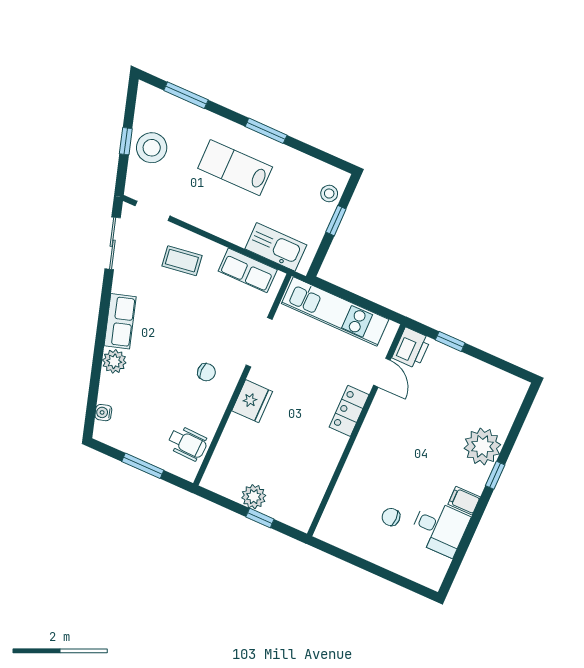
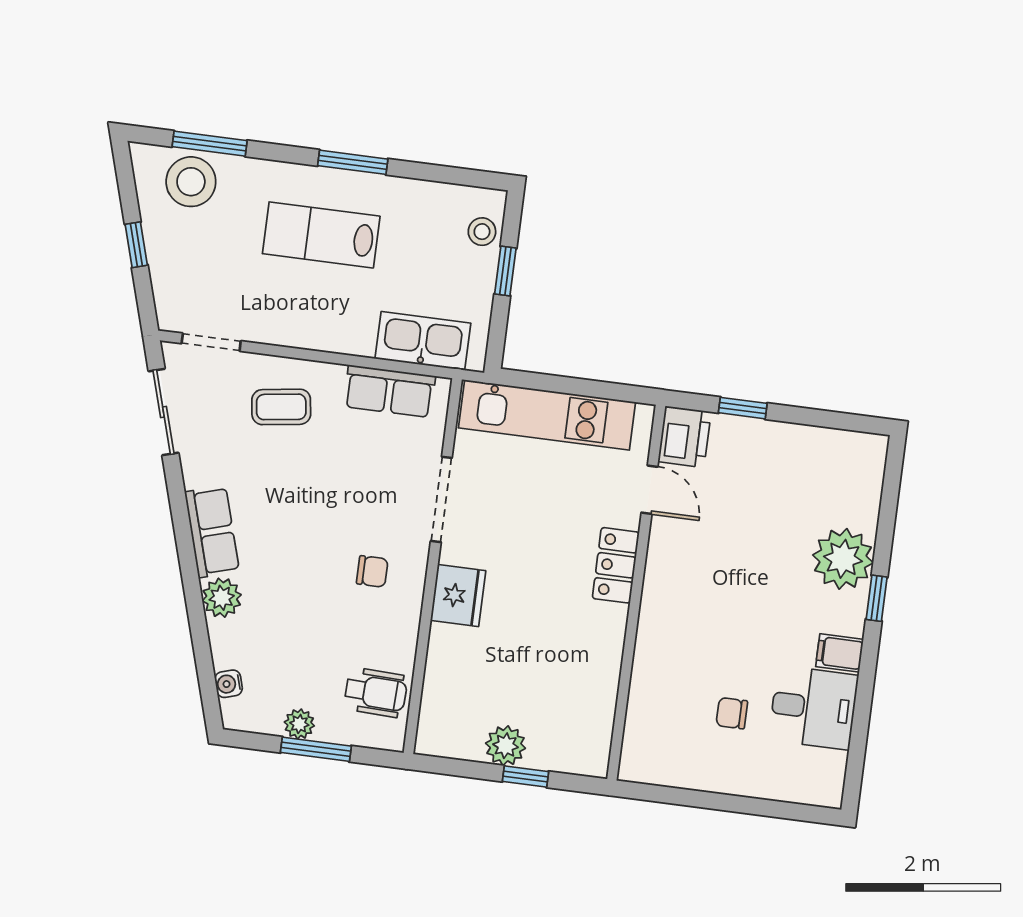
stool: (152, 148) -> (191, 182), moved
plant: (138, 448) -> (299, 724), added

